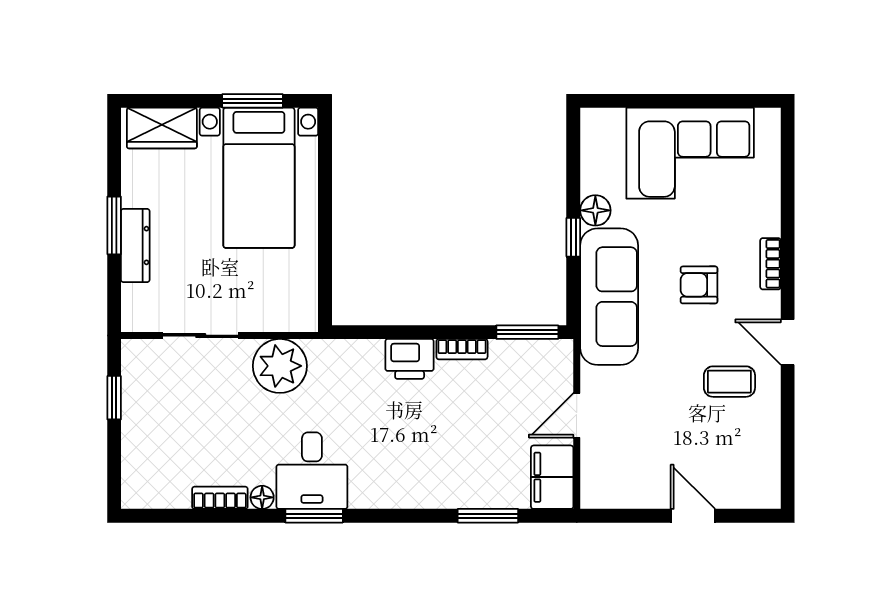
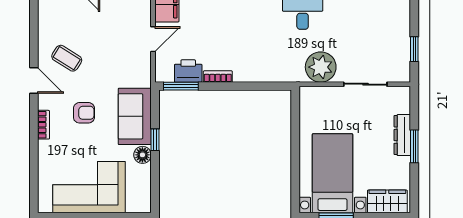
sofa: (609, 297) -> (135, 116), width x0.73
printer: (410, 359) -> (188, 71), moved
coffee table: (729, 382) -> (67, 58), turned 32

